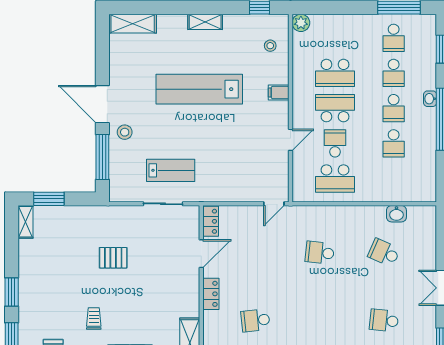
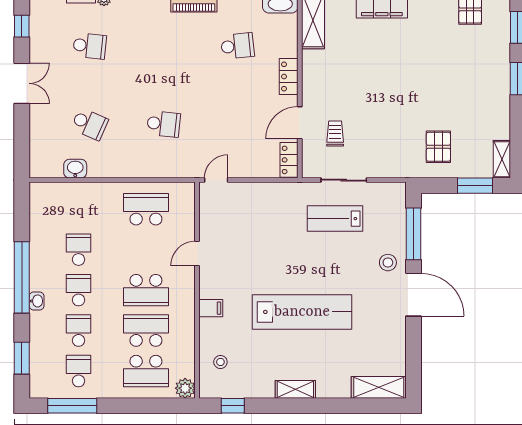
school desk: (335, 143) -> (146, 371), moved, width x1.85
pallet: (113, 258) -> (438, 147), moved, turned 90
trolley: (94, 319) -> (335, 133), moved, turned 180

